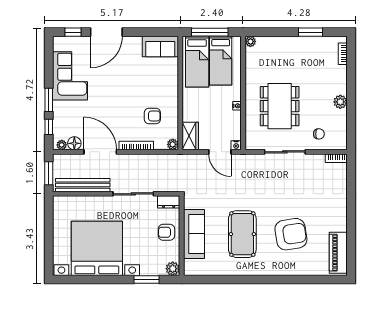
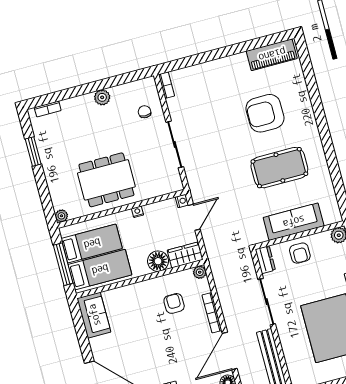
dining table: (280, 106) -> (106, 180), moved
floor lamp: (191, 112) -> (158, 261), added
armchair: (291, 234) -> (265, 113), turned -81

